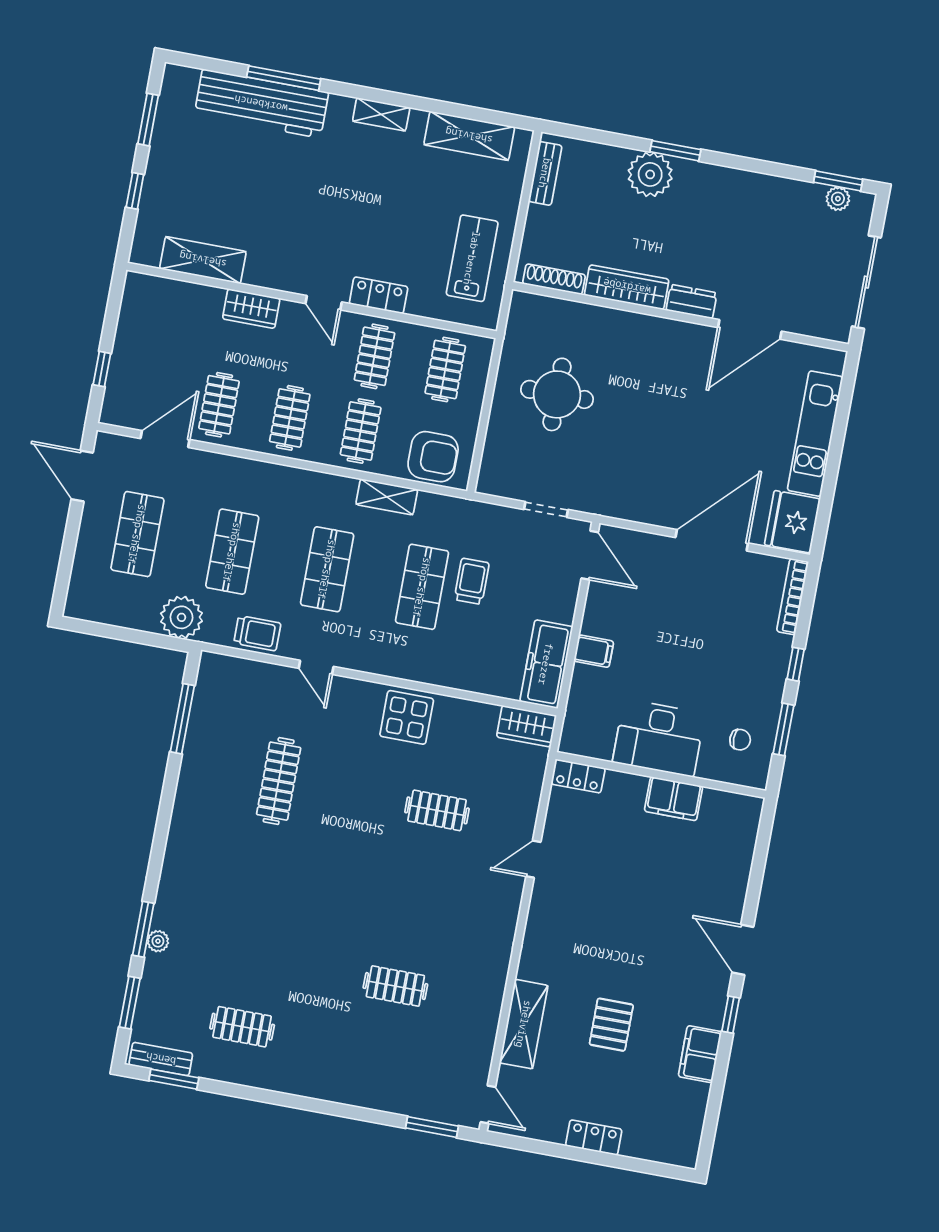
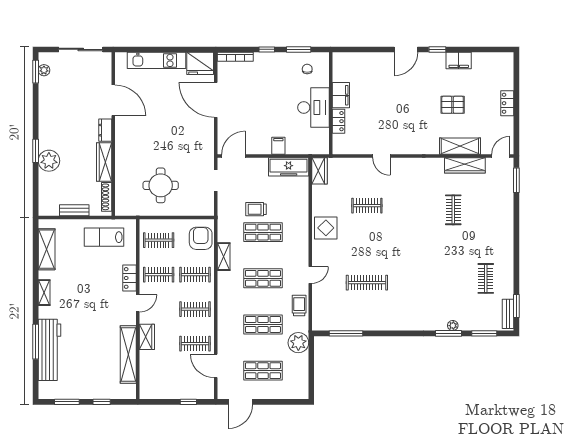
bench: (545, 173) -> (74, 210), moved
shelving: (203, 260) -> (128, 355), width x1.47
locker: (578, 776) -> (338, 121), moved
clothes rail: (437, 810) -> (367, 206), turned 90
wardrobe: (482, 1027) -> (465, 165), added

